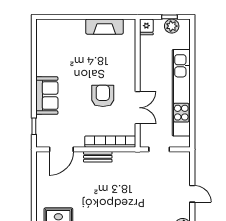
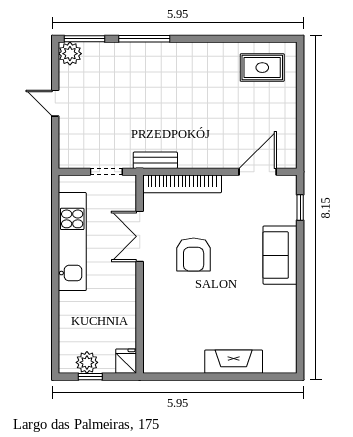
fireplace: (105, 27) -> (234, 362), moved
kitchen unit: (181, 93) -> (72, 242), width x0.73
bench: (98, 157) -> (155, 160), moved

